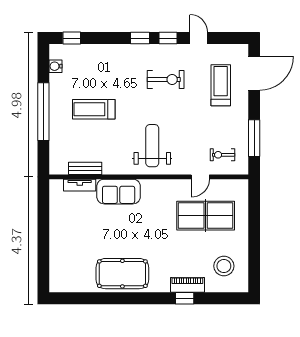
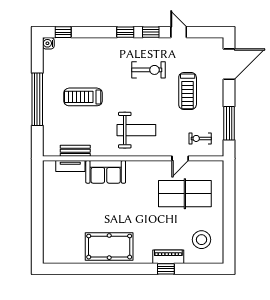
water cooler: (56, 66) -> (48, 43), moved
treadmill: (221, 85) -> (188, 91), moved, turned 180
weight bench: (152, 146) -> (136, 130), turned 90

